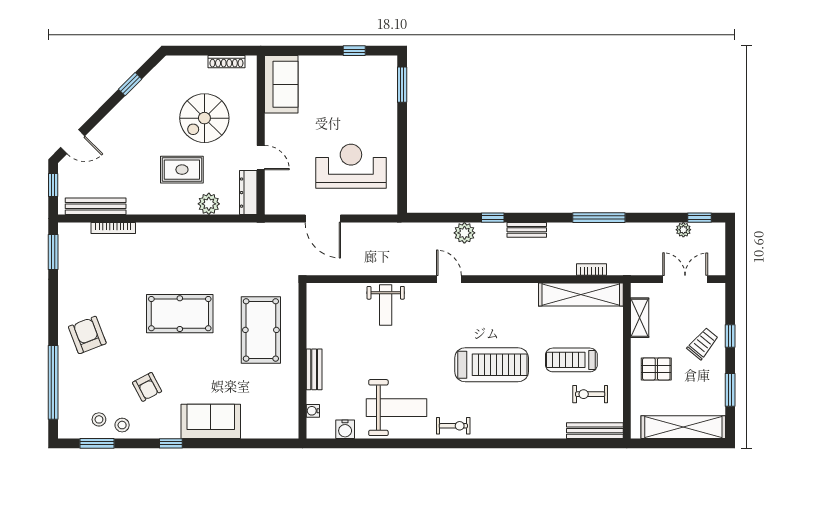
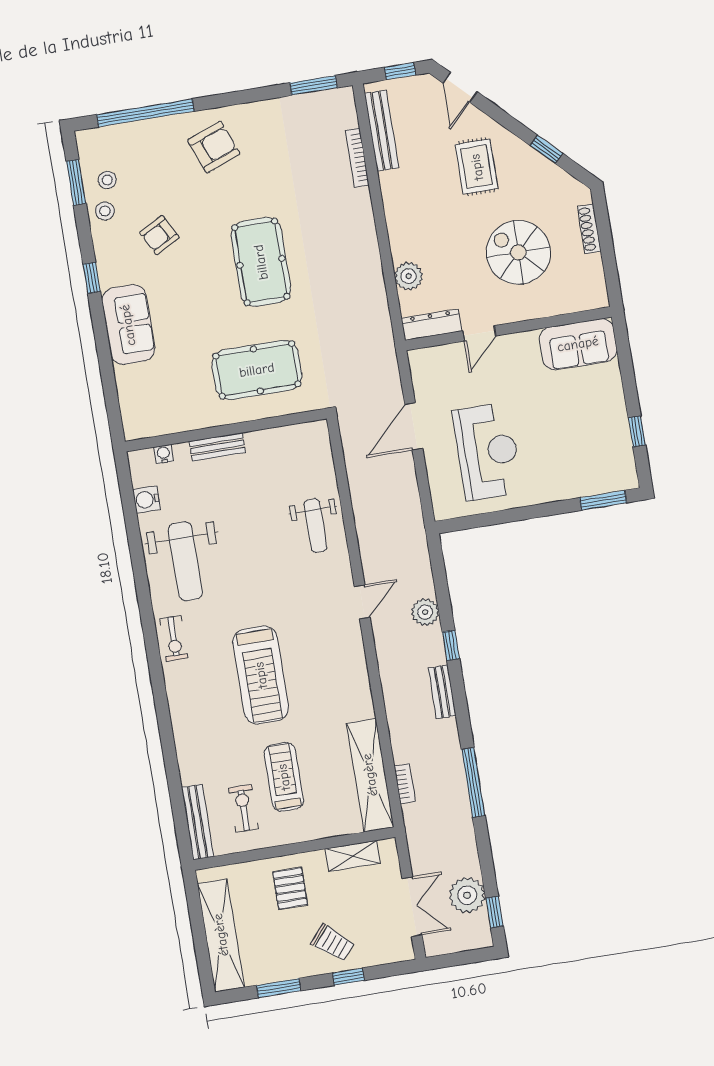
shoe rack: (226, 62) -> (589, 229), moved
rug: (182, 170) -> (477, 167), moved
plant: (683, 230) -> (467, 895), width x1.88, depth x1.88
weight bench: (386, 305) -> (315, 526), turned -90

